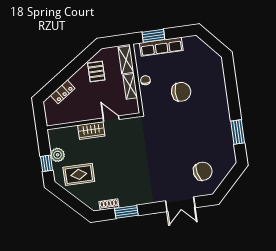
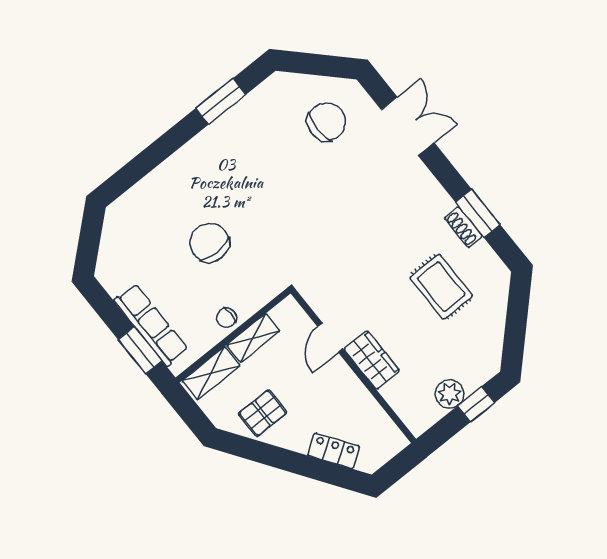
chair: (203, 171) -> (326, 122), turned 104
rug: (79, 174) -> (441, 287), moved
shoe rack: (109, 205) -> (463, 227), moved

